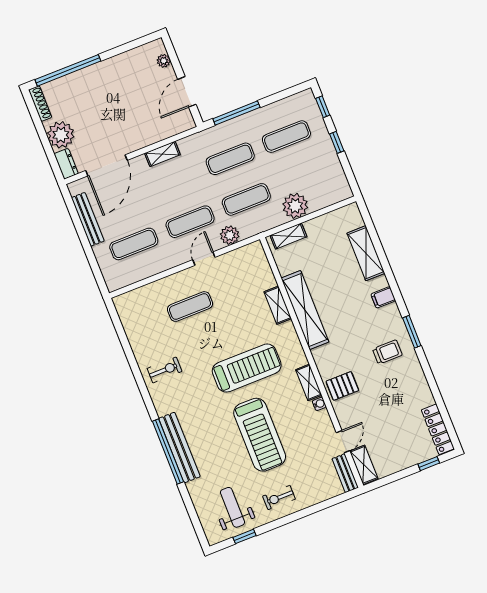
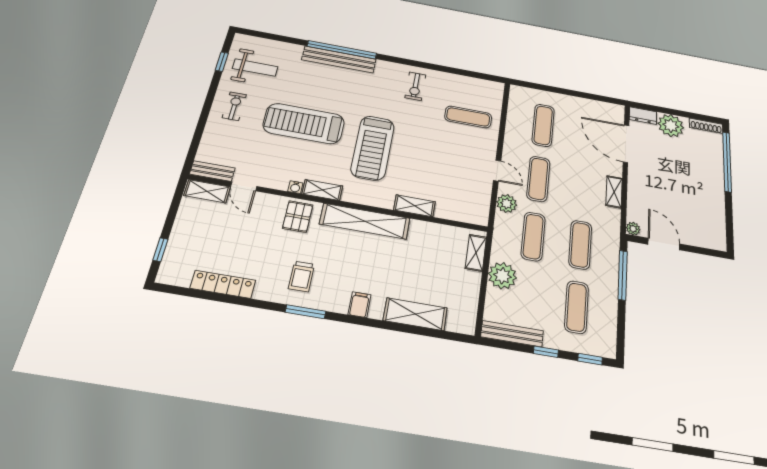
plant: (164, 61) -> (633, 229), moved
bench: (88, 219) -> (512, 334), moved
exercise mat: (190, 307) -> (468, 117), moved, turned 90
shelving: (305, 310) -> (365, 221), moved
locker: (438, 429) -> (223, 284), moved

